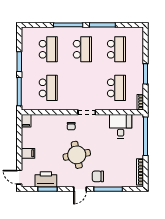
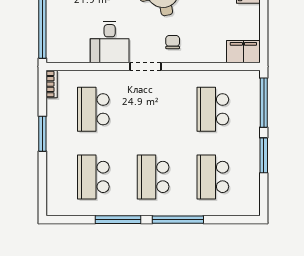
filing cabinet: (26, 121) -> (243, 52), width x2.00
desk: (121, 126) -> (110, 42), moved

